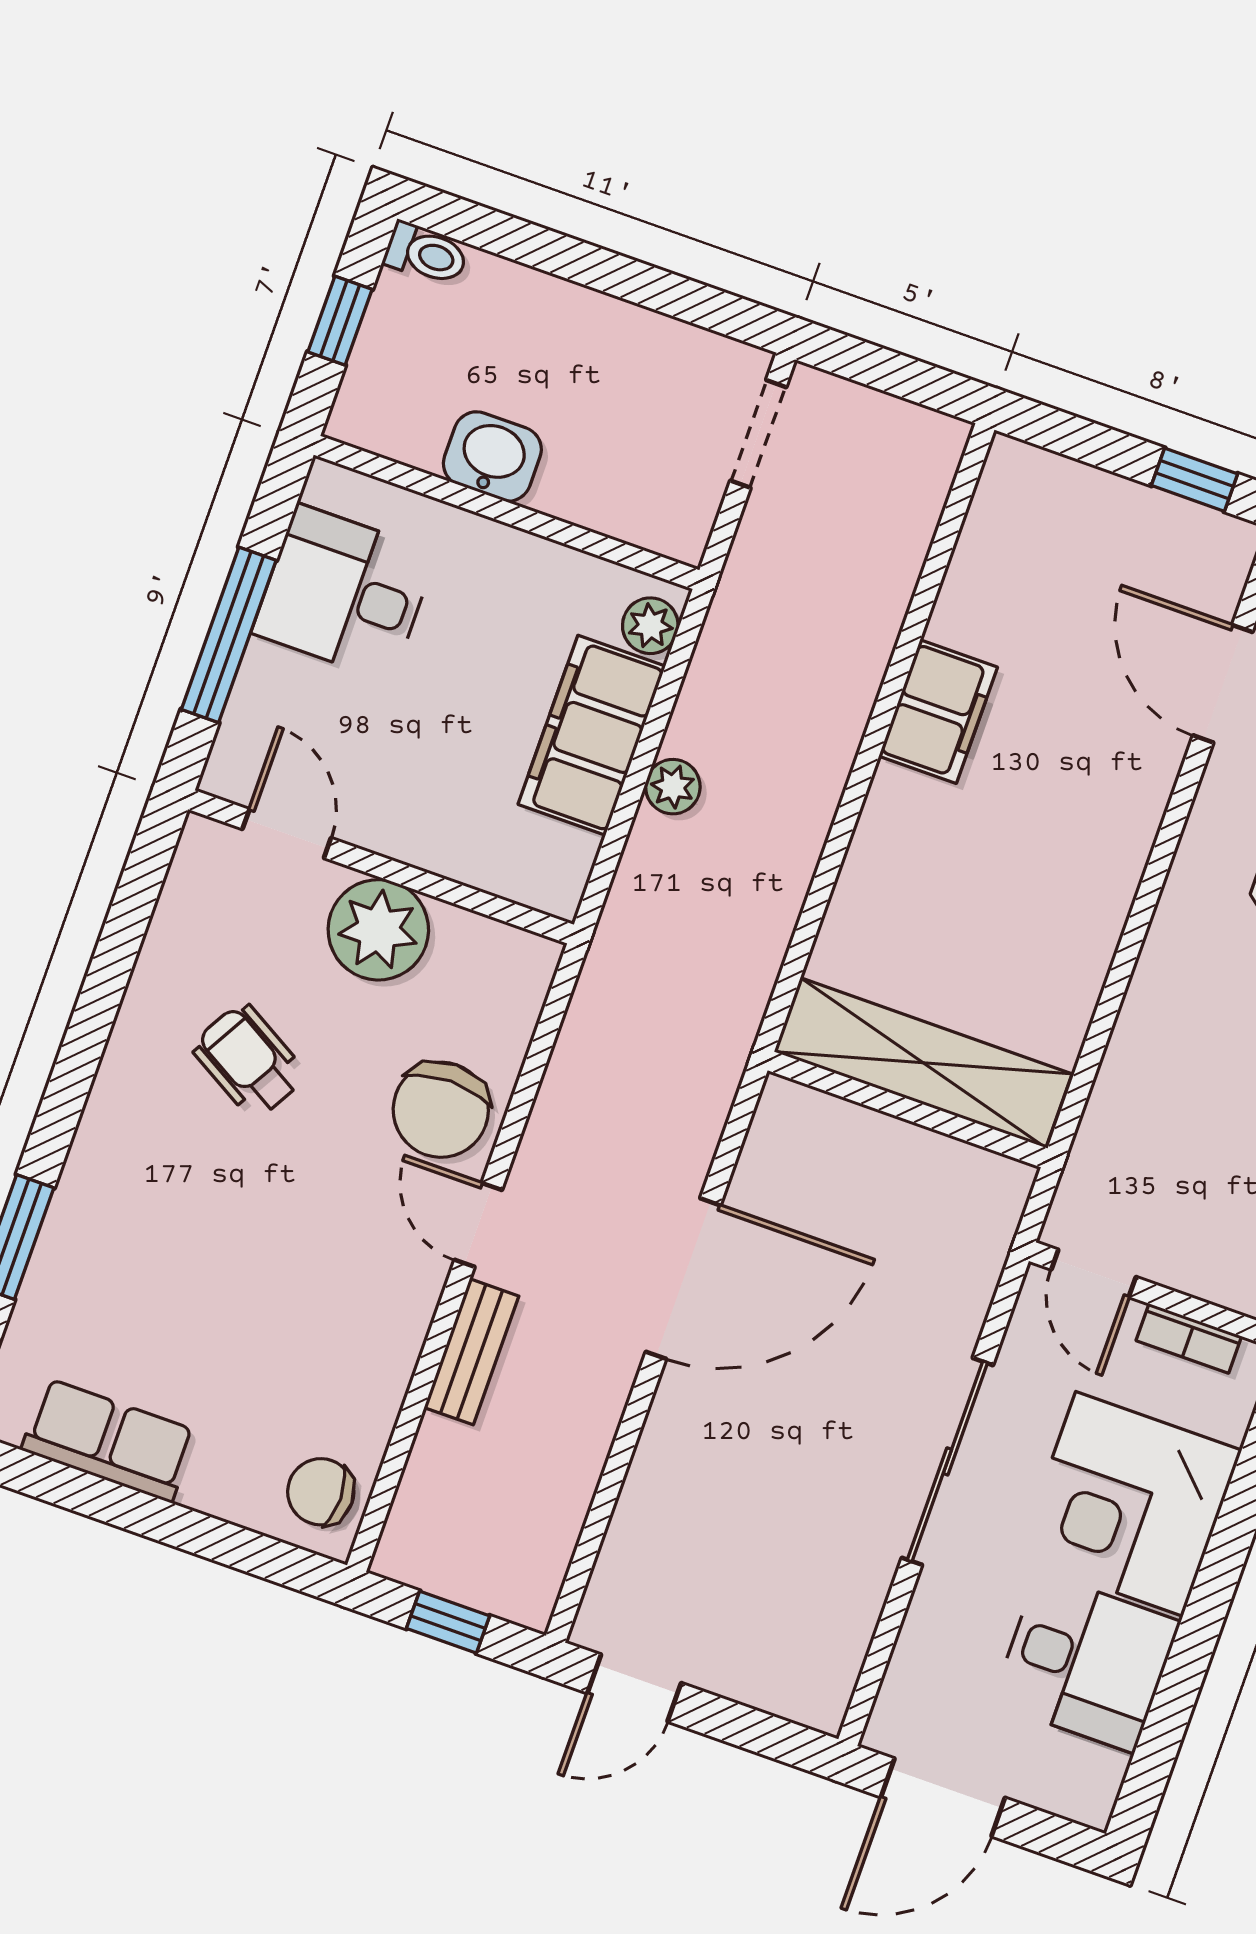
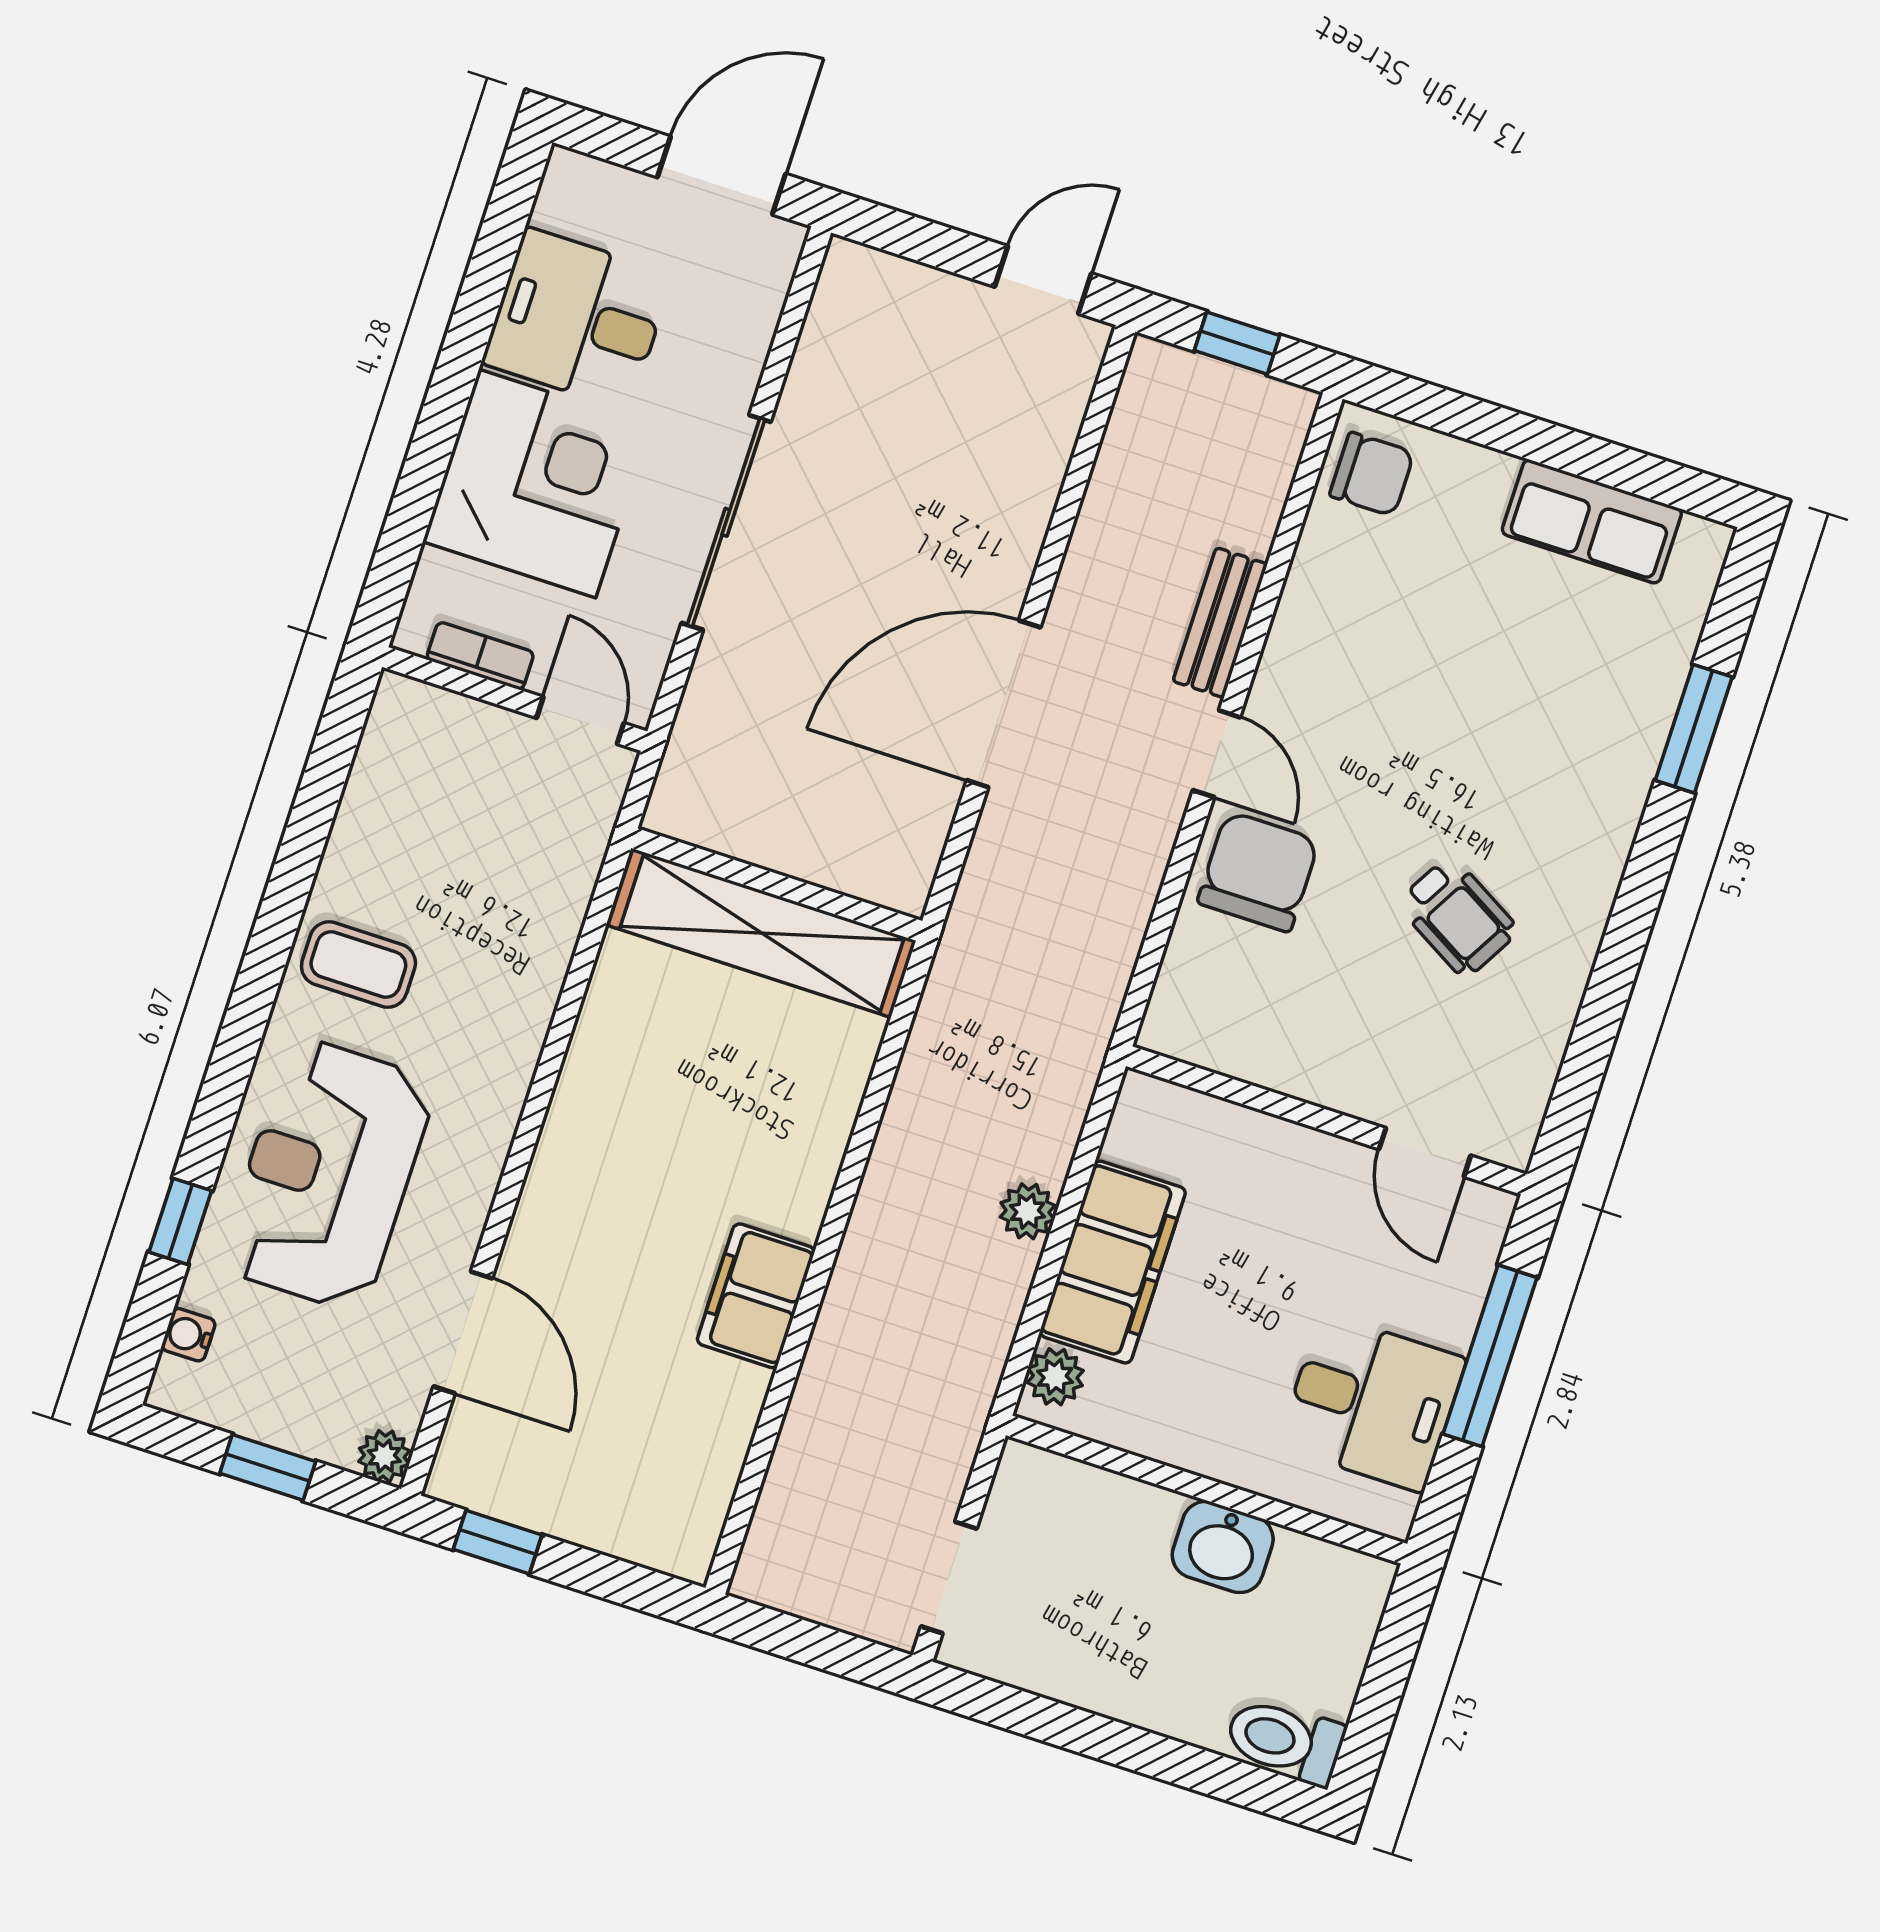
toilet: (426, 254) -> (1285, 1741), width x1.37, depth x1.39
window: (340, 321) -> (1384, 1683), removed
plant: (378, 930) -> (1328, 1056), removed

